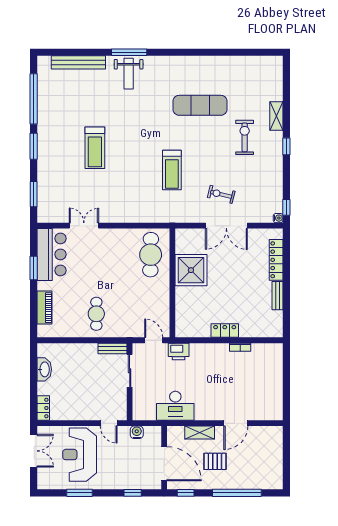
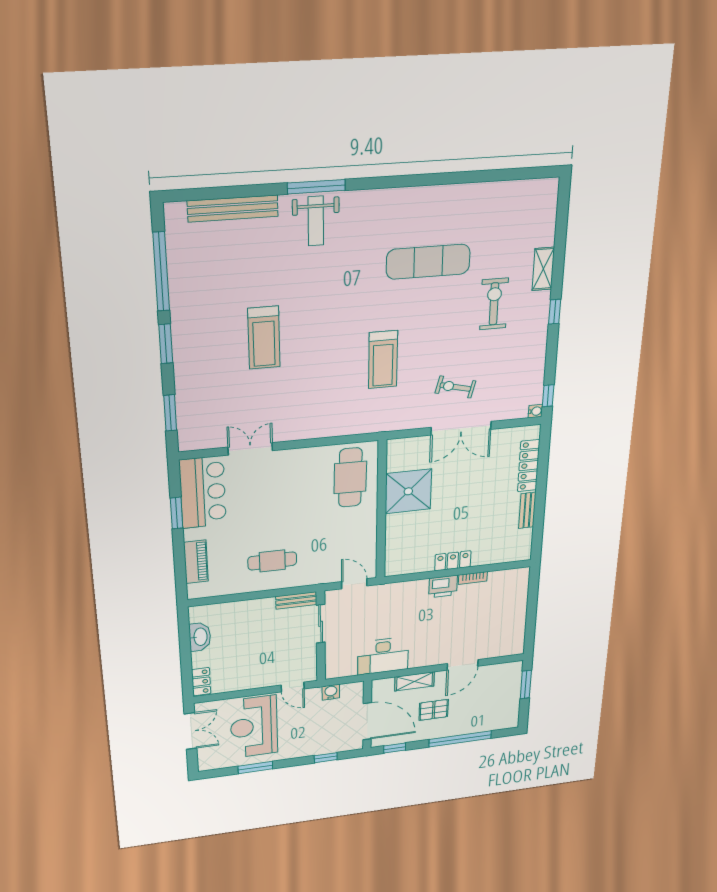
cafe table: (96, 314) -> (272, 561), turned 90
printer: (179, 351) -> (443, 587), moved
window: (286, 449) -> (526, 685), added

